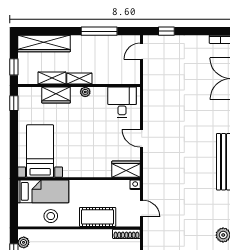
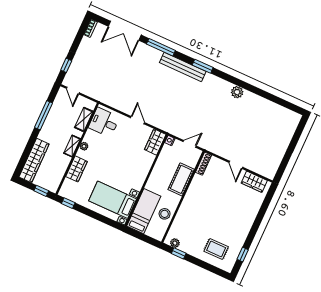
shelving: (52, 78) -> (84, 119), moved
door: (142, 138) -> (137, 120), swing flipped

